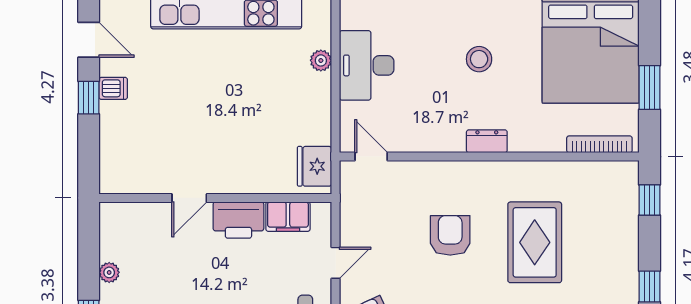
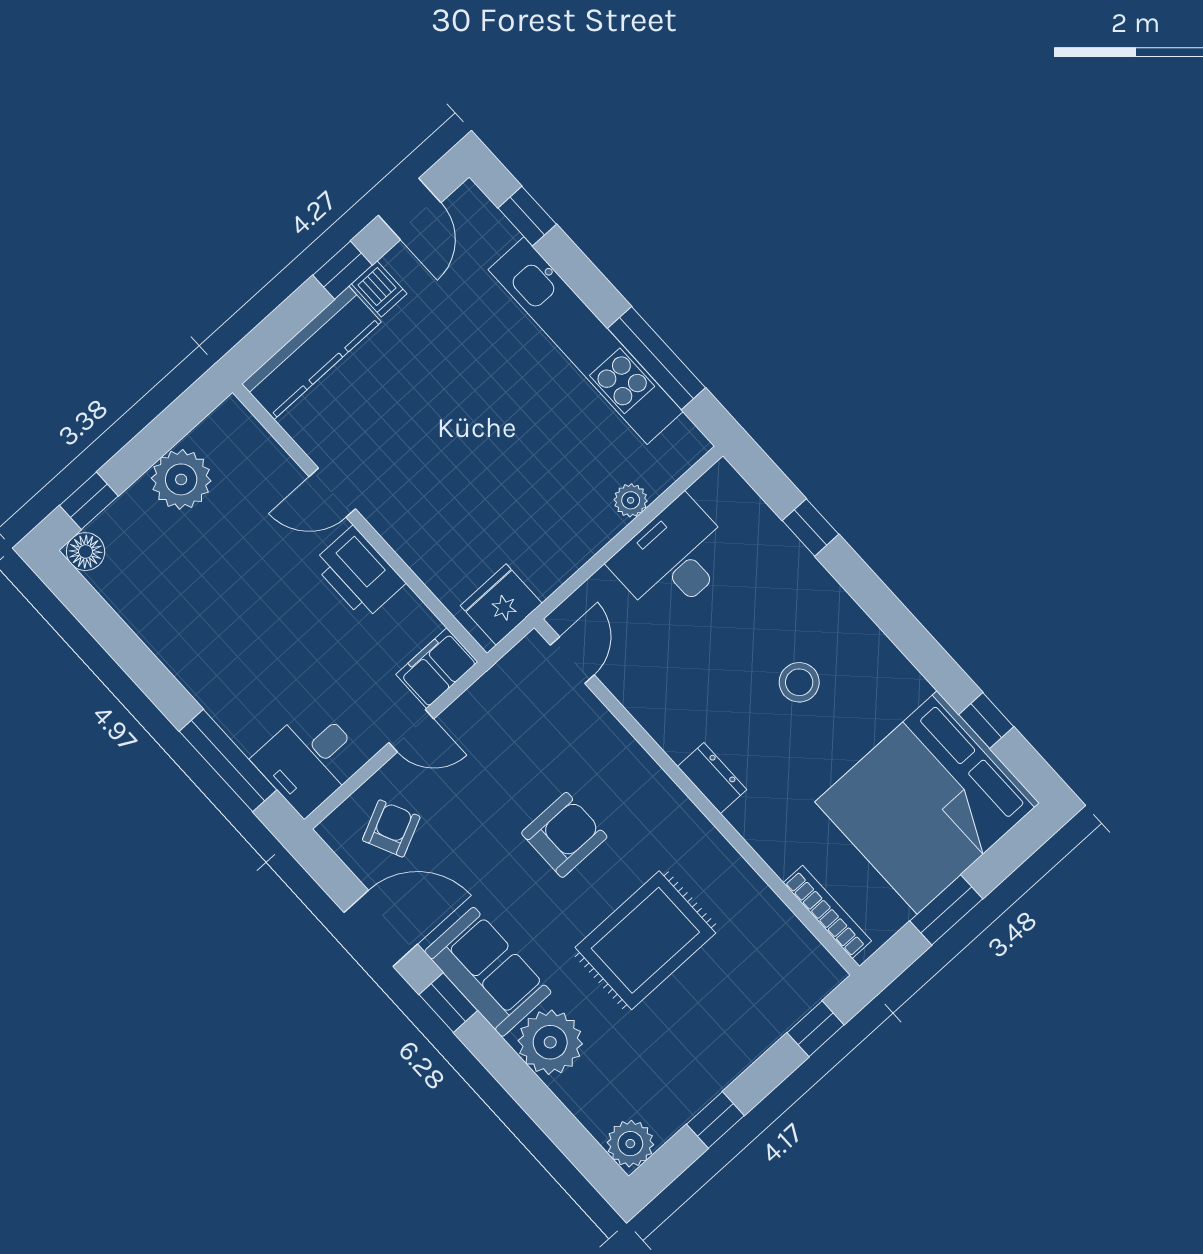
kitchen counter: (114, 148) -> (311, 353), added
filing cabinet: (288, 217) -> (437, 668), moved, turned 90
plant: (109, 272) -> (181, 479), width x1.87, depth x1.87

